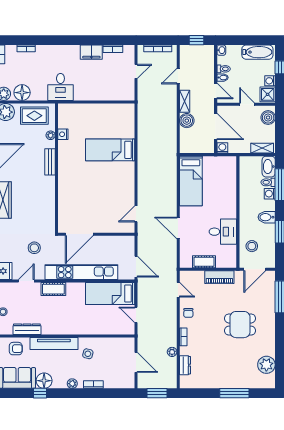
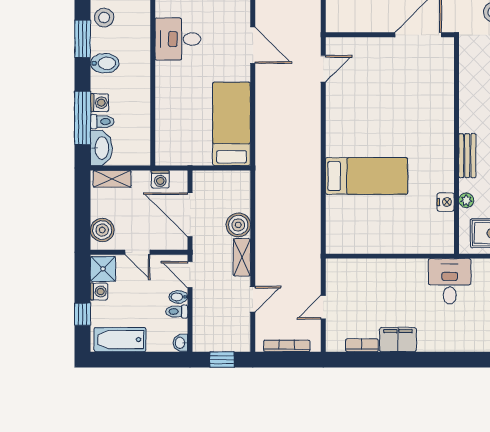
washing machine: (222, 148) -> (160, 179), moved
stool: (252, 246) -> (104, 18), moved

